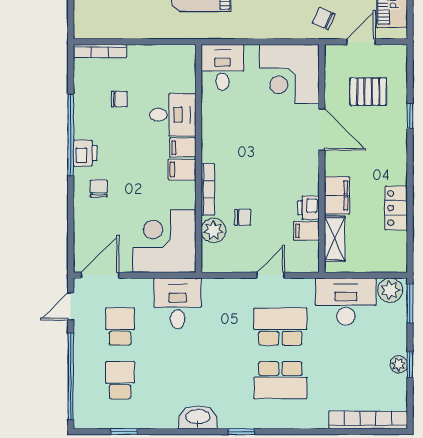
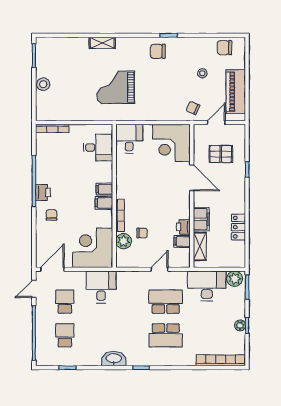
chair: (119, 99) -> (64, 159), removed
desk: (173, 115) -> (98, 147), moved

